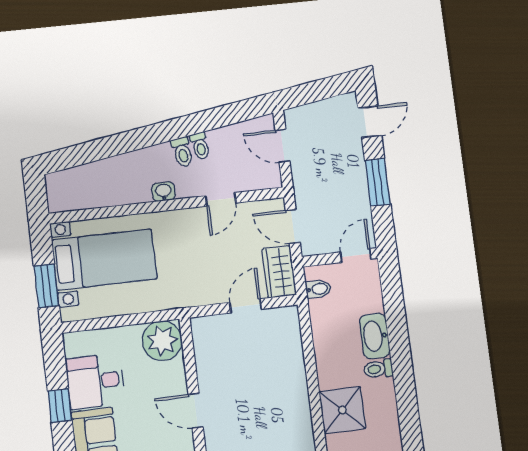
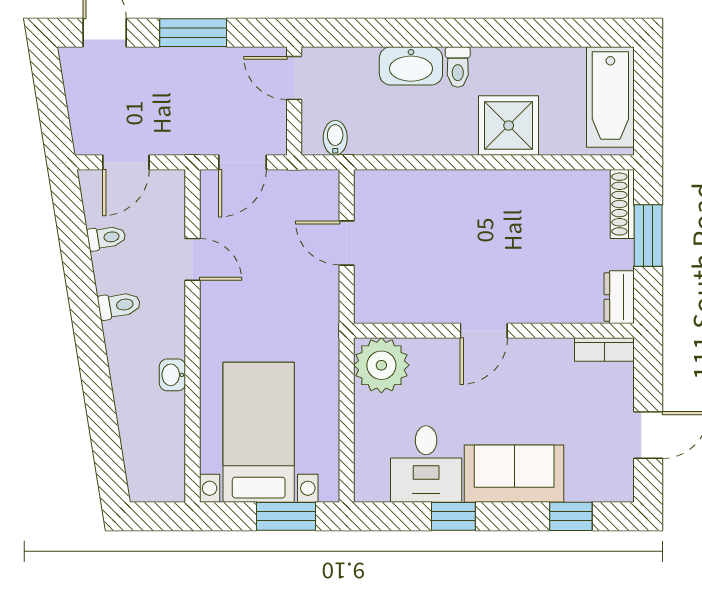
toilet: (200, 146) -> (106, 238), moved
washbasin: (163, 192) -> (172, 375), moved
wardrobe: (279, 272) -> (304, 190), removed

